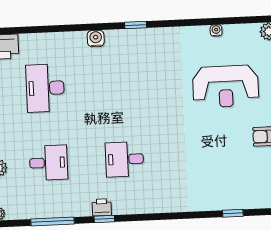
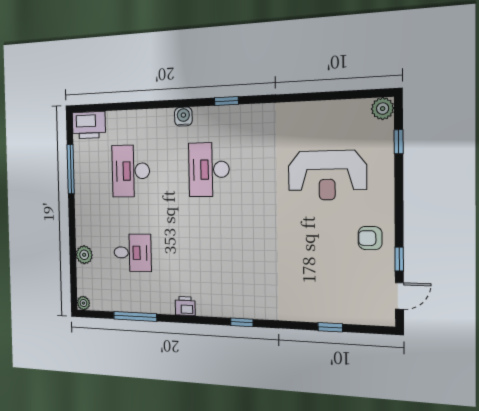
water cooler: (216, 31) -> (318, 107), removed
desk: (124, 159) -> (209, 170), moved, width x1.37
window: (104, 219) -> (242, 322), moved

